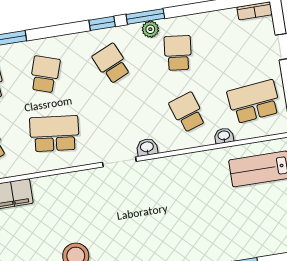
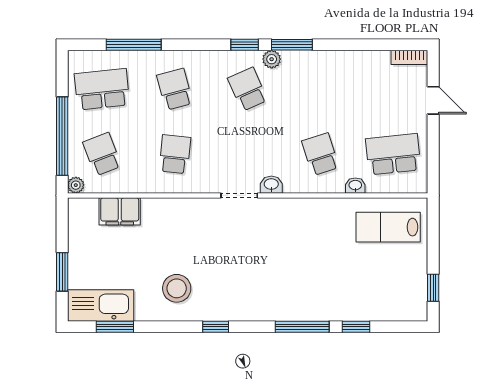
plant: (150, 29) -> (272, 59), moved
school desk: (178, 53) -> (320, 89), removed
school desk: (45, 74) -> (175, 89), turned -33
school desk: (54, 134) -> (175, 154), width x0.54

